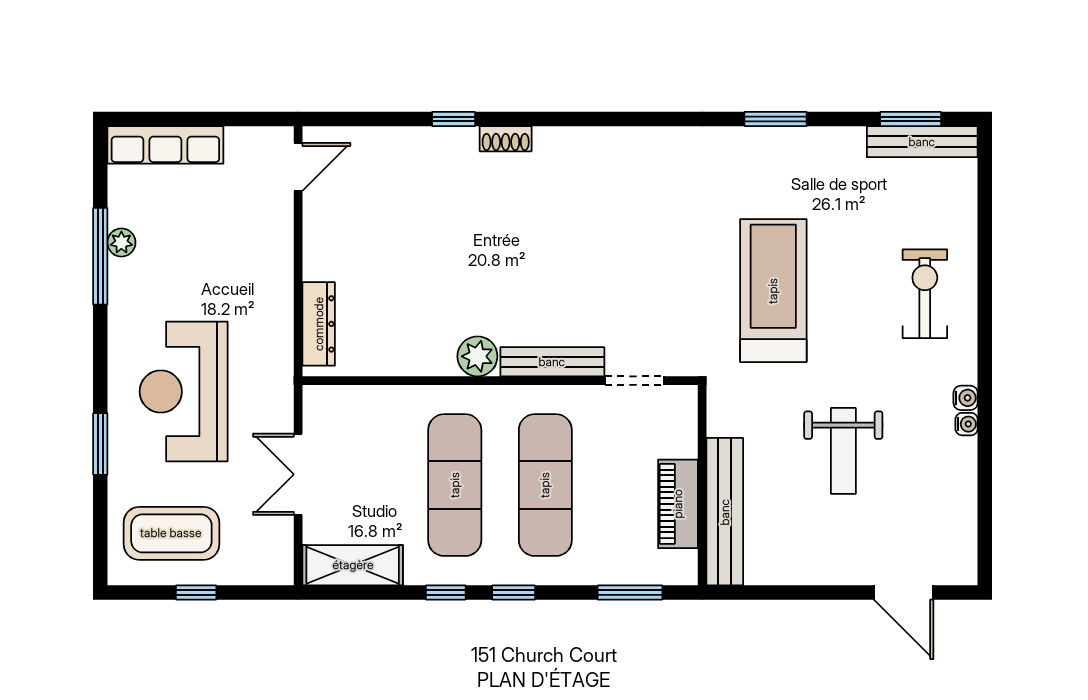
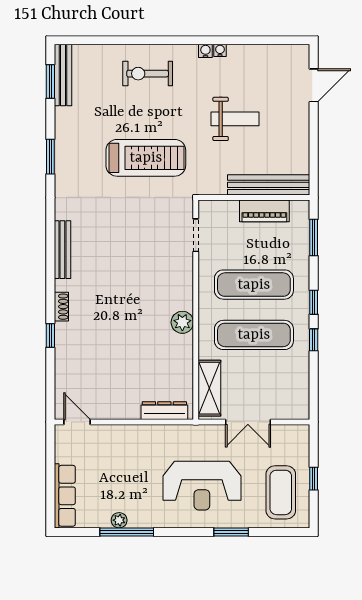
treadmill: (773, 291) -> (146, 158), turned 180
bench: (552, 362) -> (62, 250), moved
shelving: (353, 565) -> (209, 388), moved

